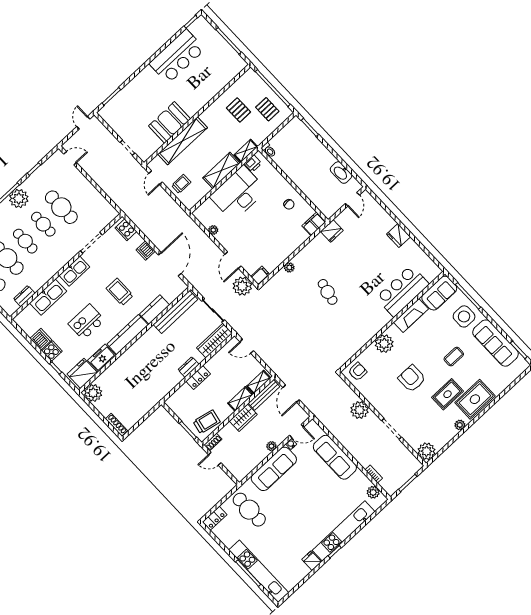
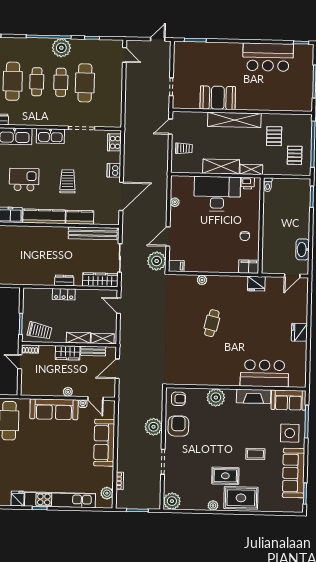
shelving: (183, 141) -> (234, 120), moved
armchair: (412, 379) -> (178, 426), moved
bench: (264, 395) -> (93, 351), width x0.73

